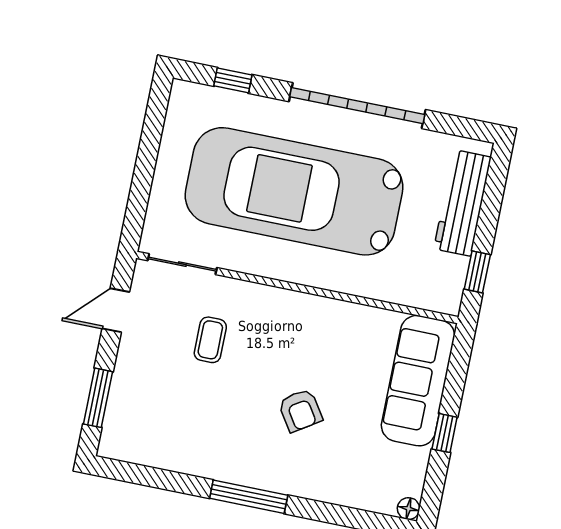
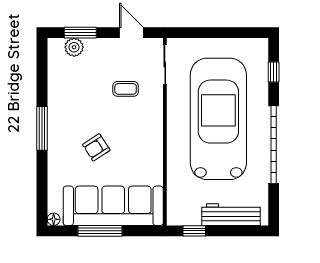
sofa: (418, 381) -> (113, 206), width x1.36, depth x1.27
plant: (121, 414) -> (74, 47), added
window: (445, 433) -> (100, 231), width x2.17

